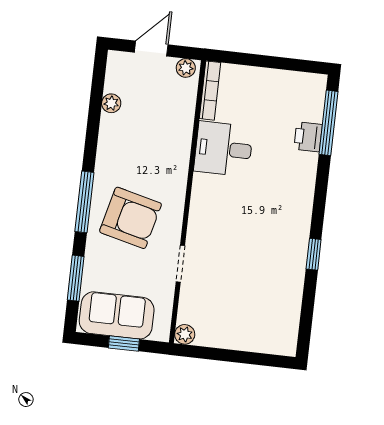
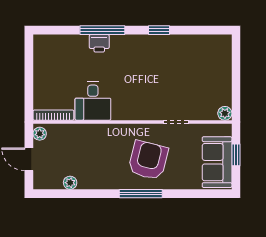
window: (328, 123) -> (102, 30), moved
printer: (308, 137) -> (99, 43), moved
window: (76, 278) -> (194, 194), removed

